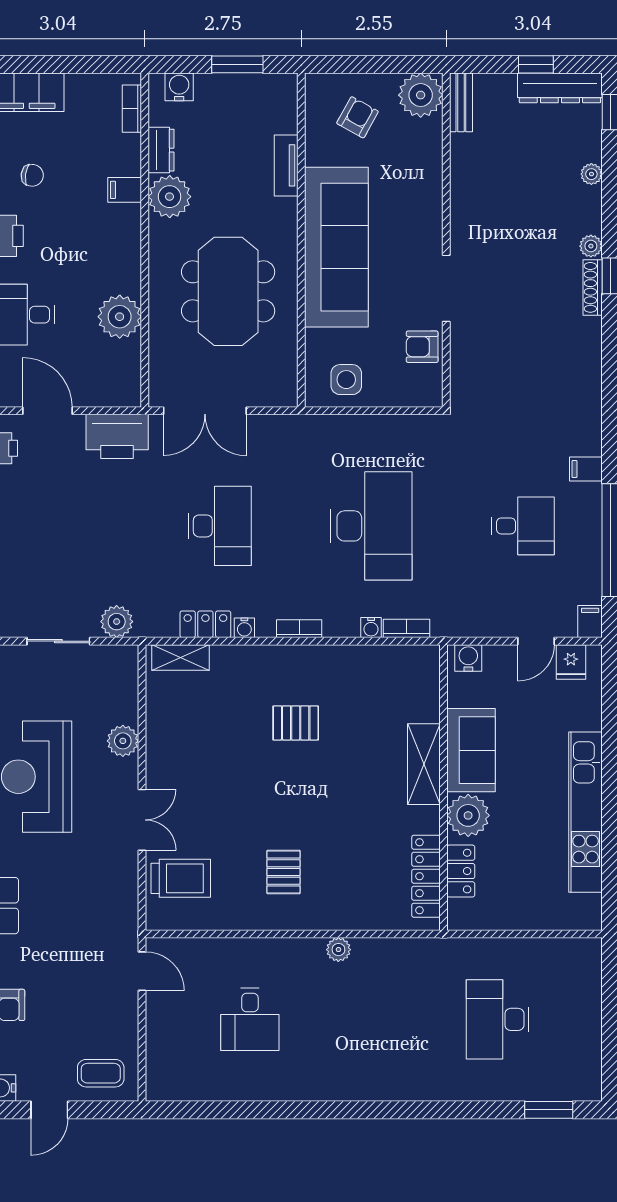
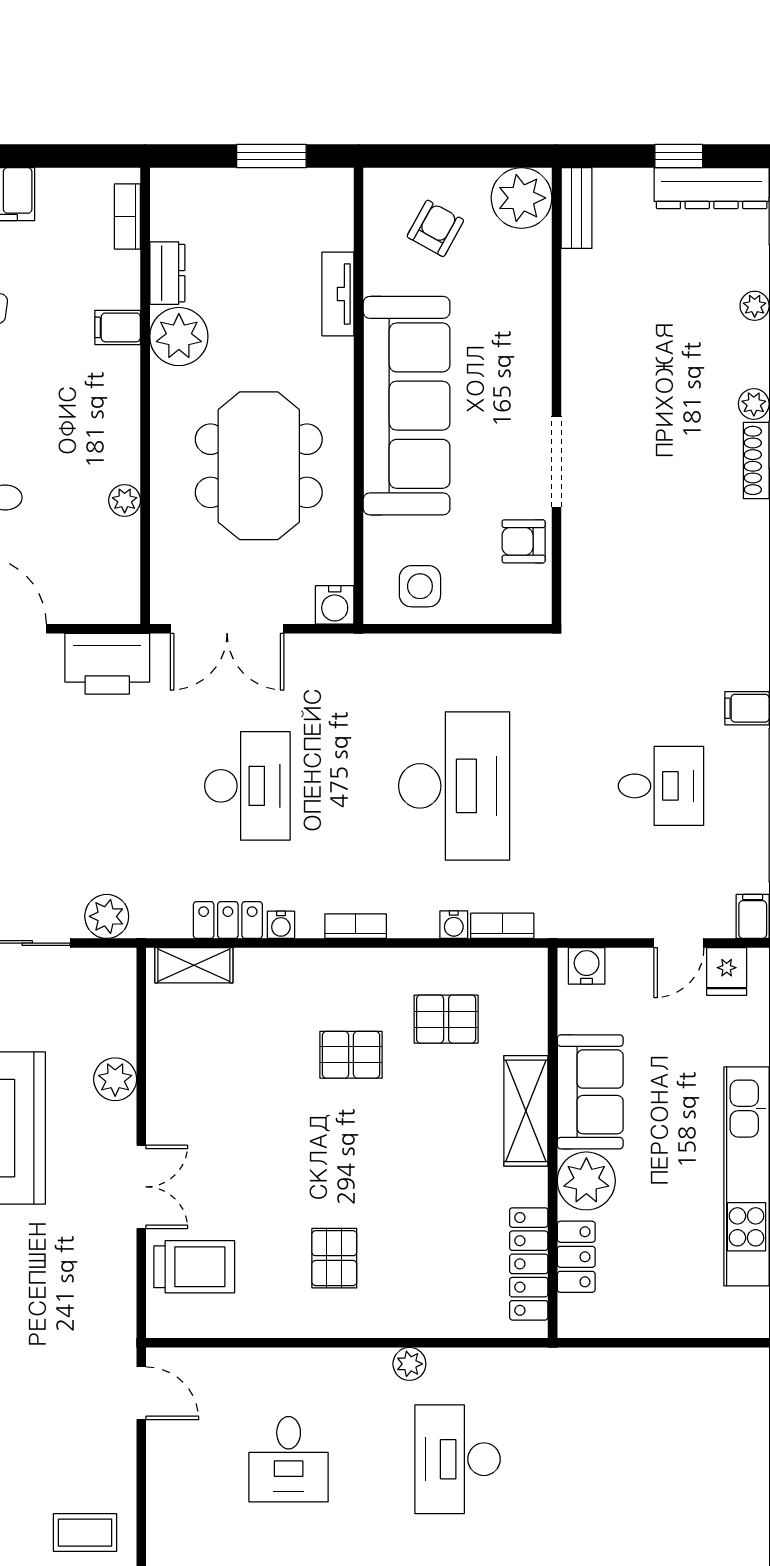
water cooler: (179, 87) -> (335, 605), moved, turned 180
plant: (120, 317) -> (125, 500), width x0.53, depth x0.53
pallet: (365, 697) -> (446, 1019), added
desk: (498, 1019) -> (458, 1459), moved

